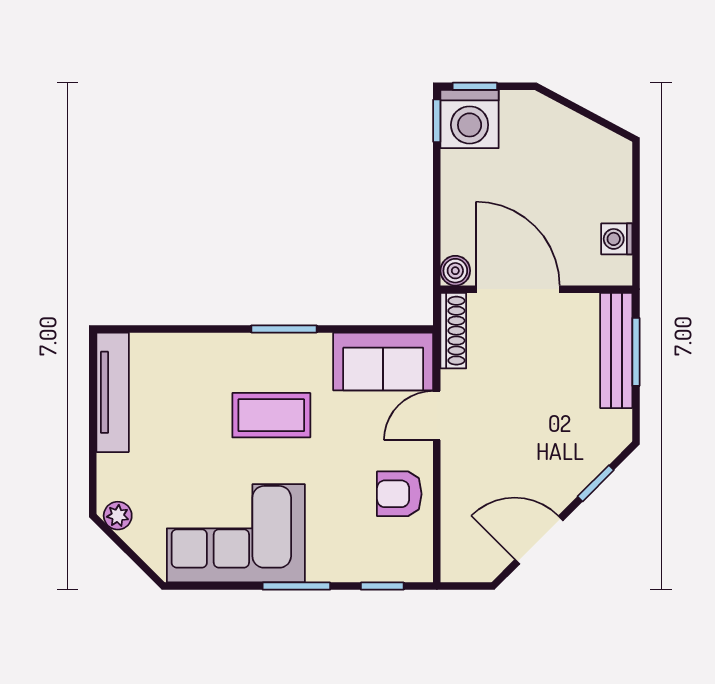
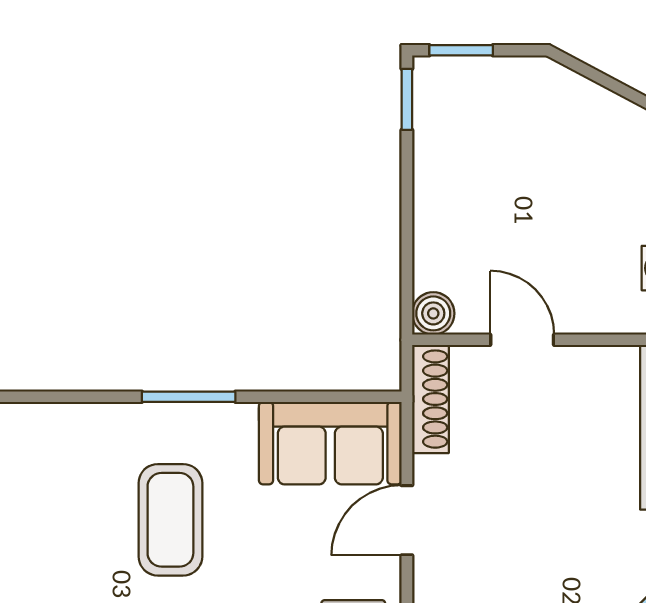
washing machine: (470, 119) -> (454, 97), removed
door: (518, 289) -> (522, 340), width x0.53
coffee table: (271, 415) -> (170, 520), turned 90

